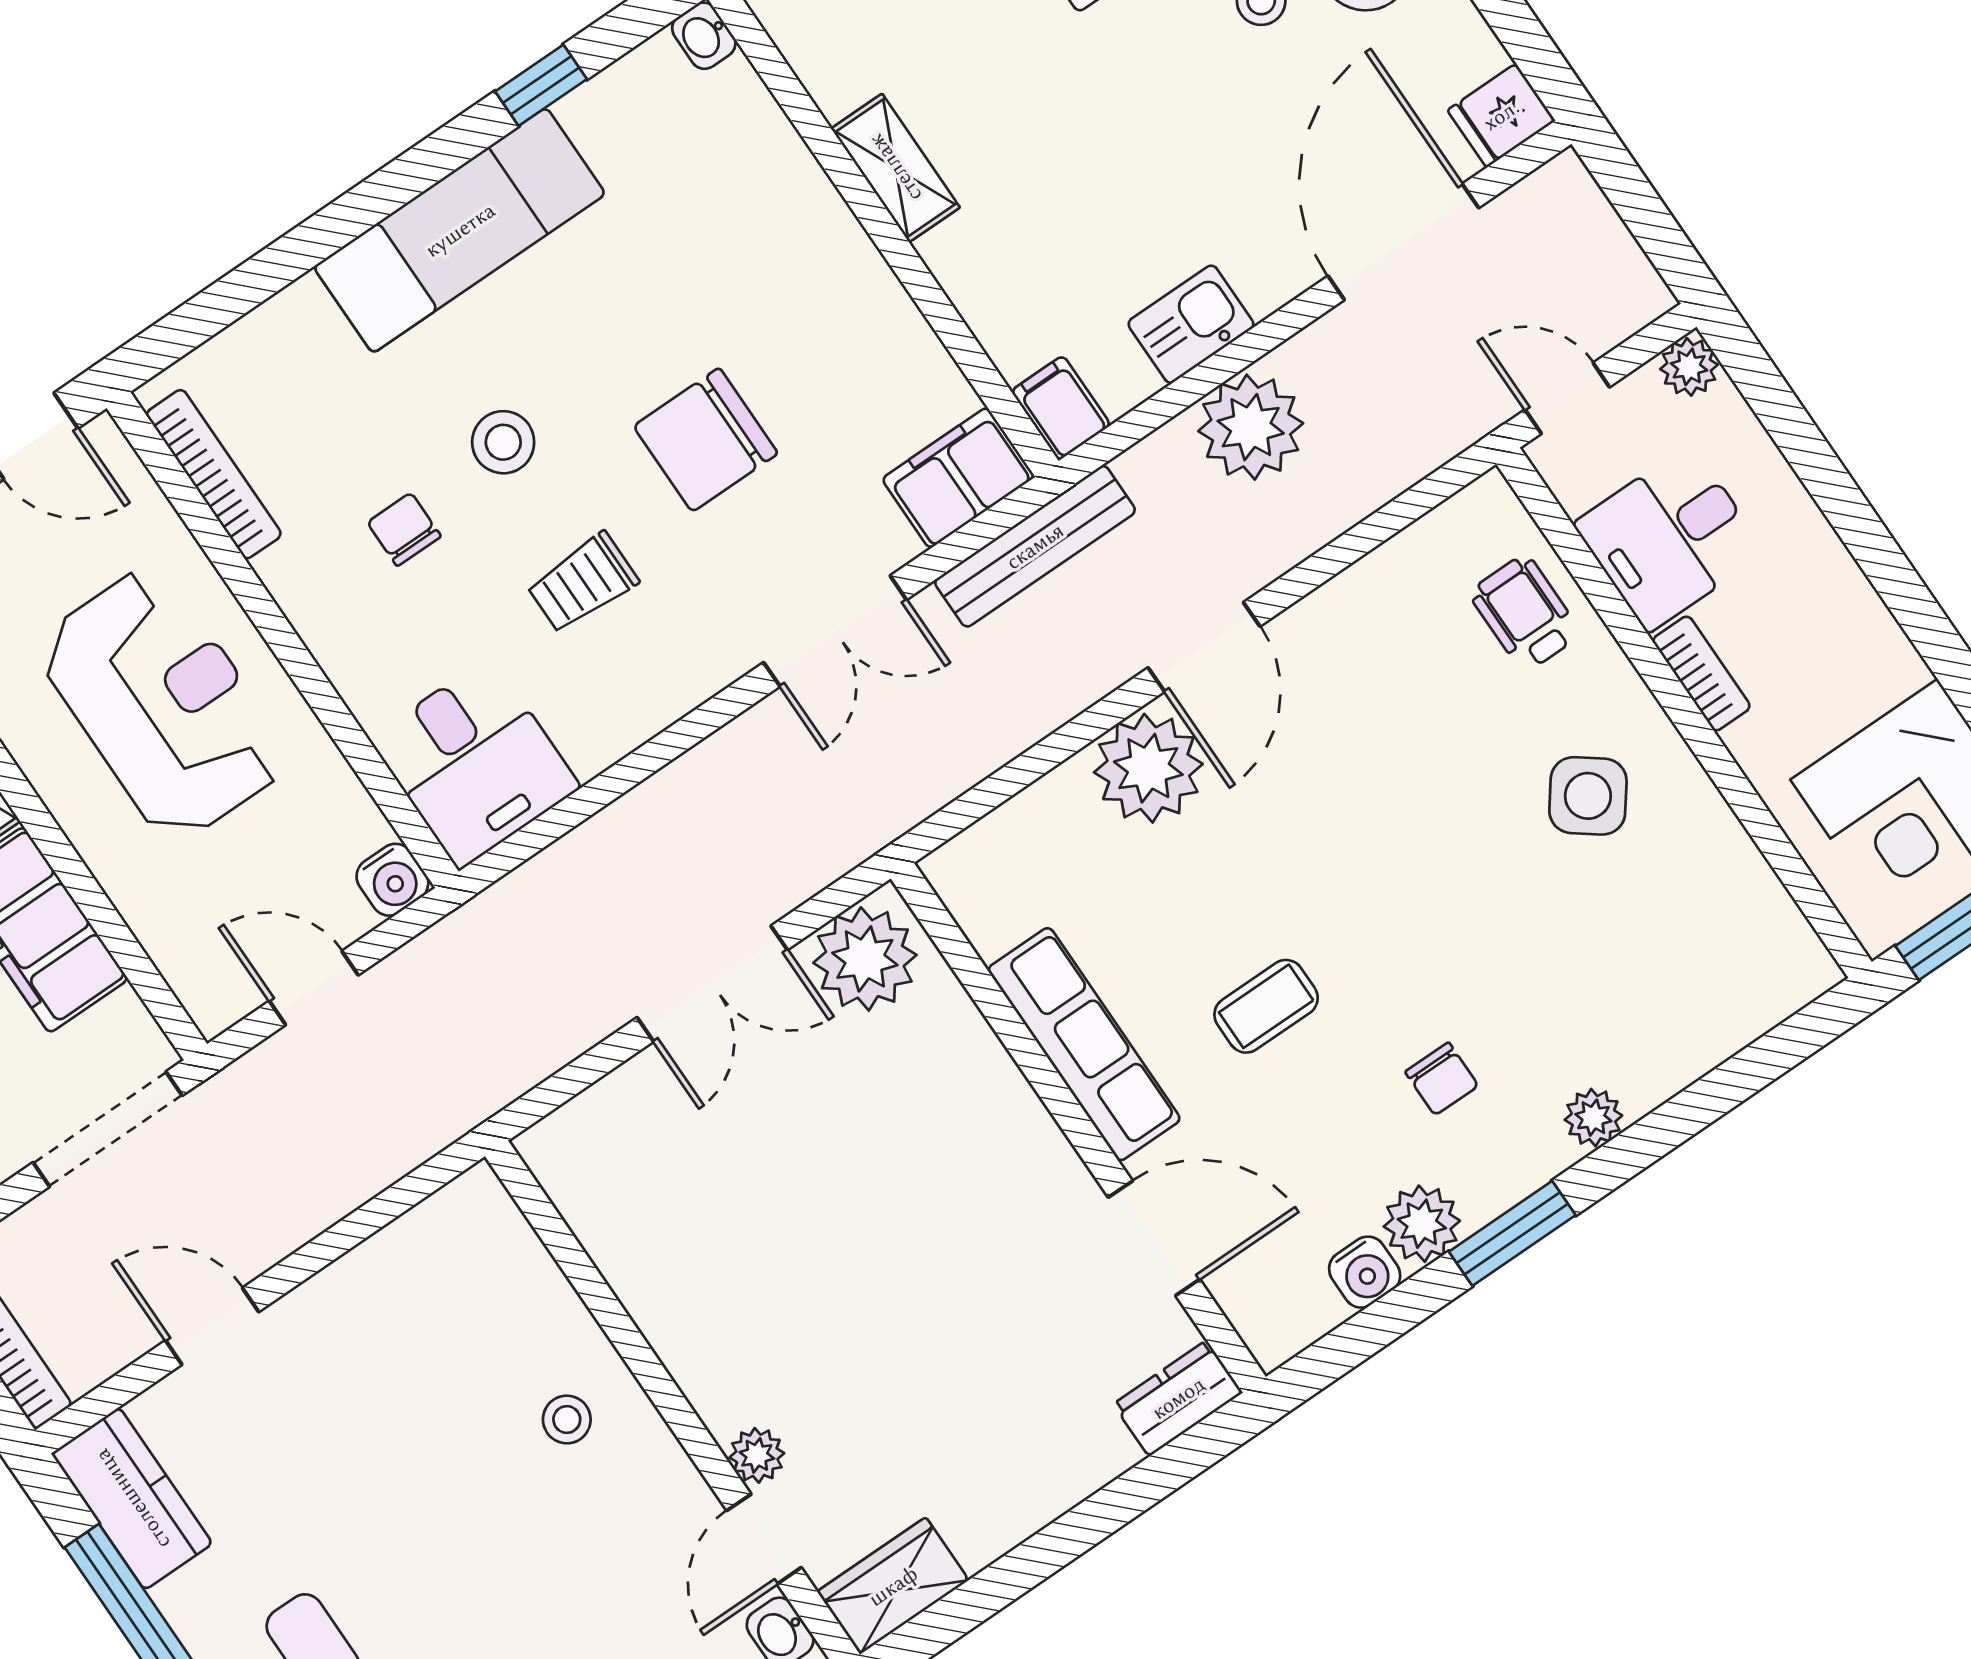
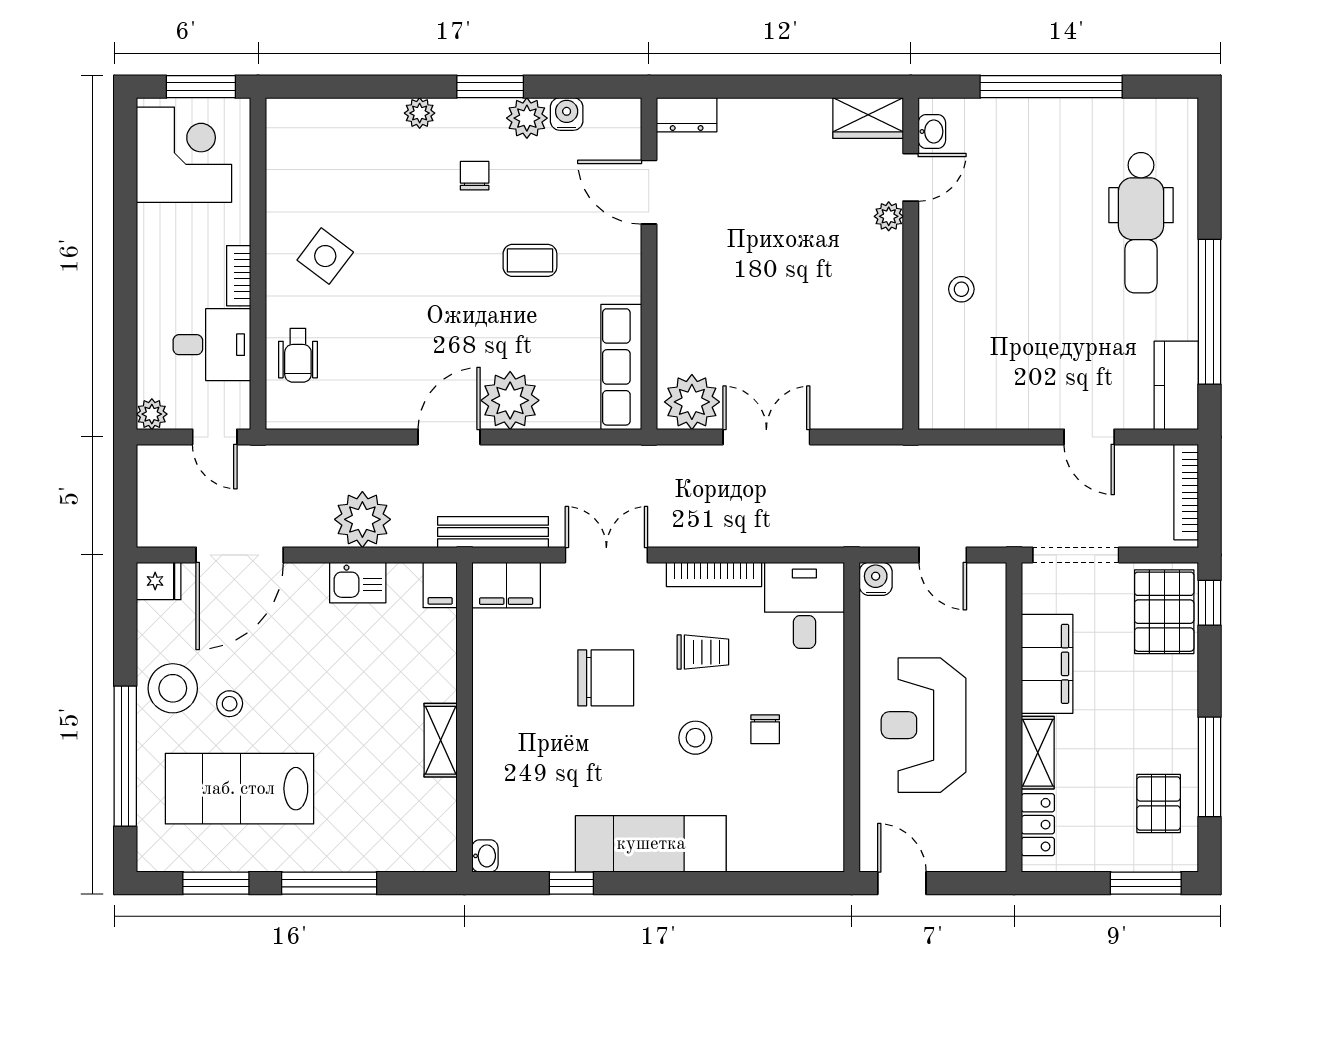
bookcase: (214, 474) -> (714, 574), moved, turned -90
row of seats: (1084, 1044) -> (621, 367), moved

